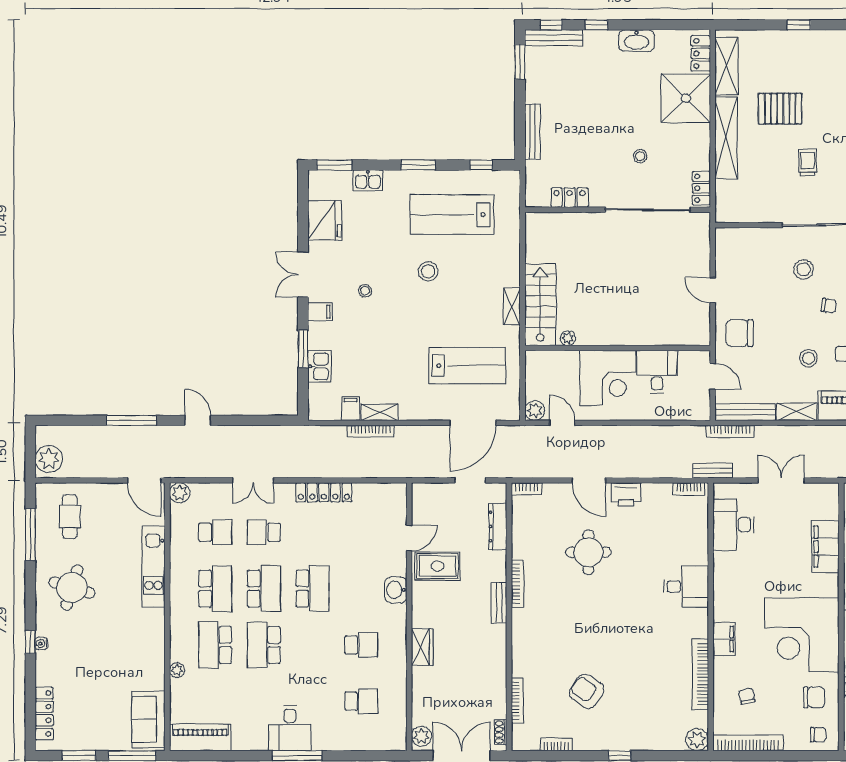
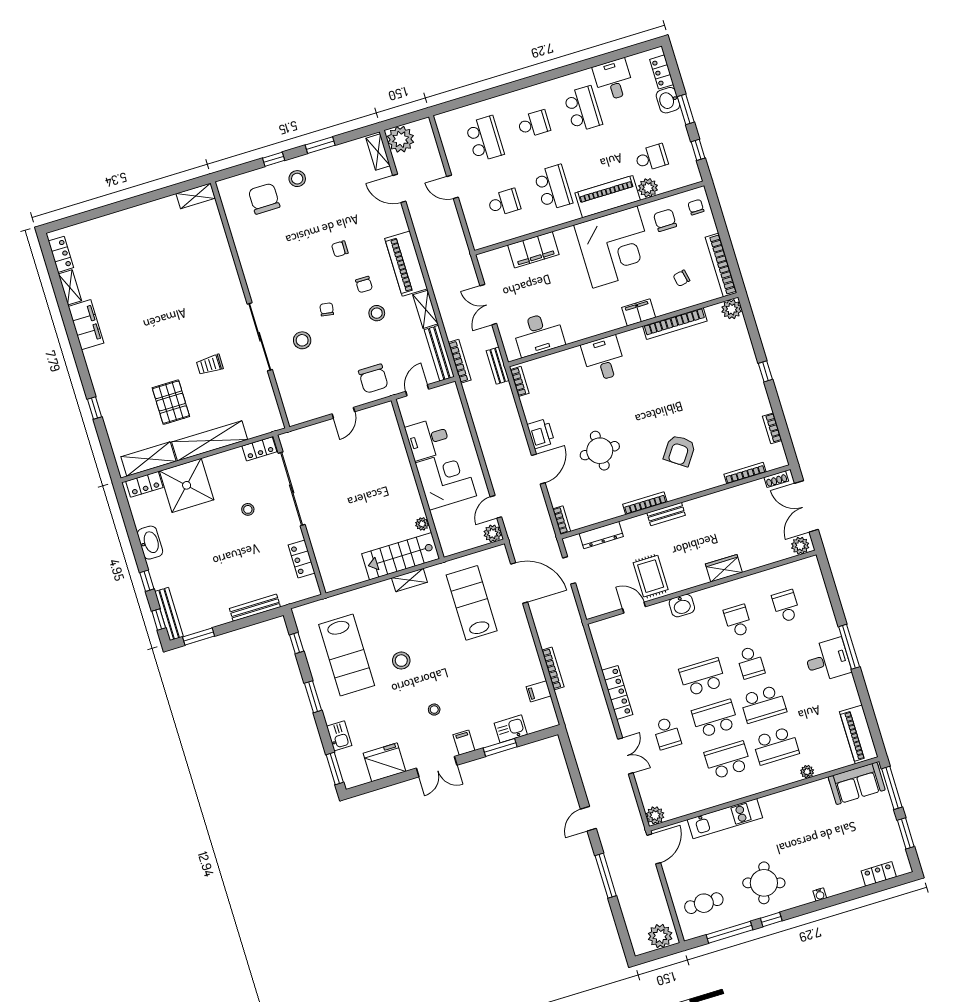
shelving: (379, 412) -> (534, 666), removed
school desk: (215, 532) -> (751, 662), moved, turned 180
window: (30, 642) -> (771, 920), moved
armchair: (587, 691) -> (679, 451), moved
locker: (44, 713) -> (879, 874), width x0.66

